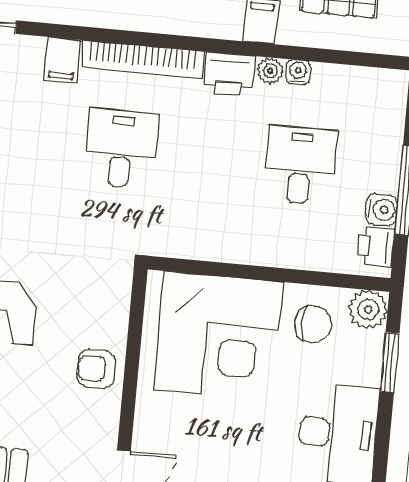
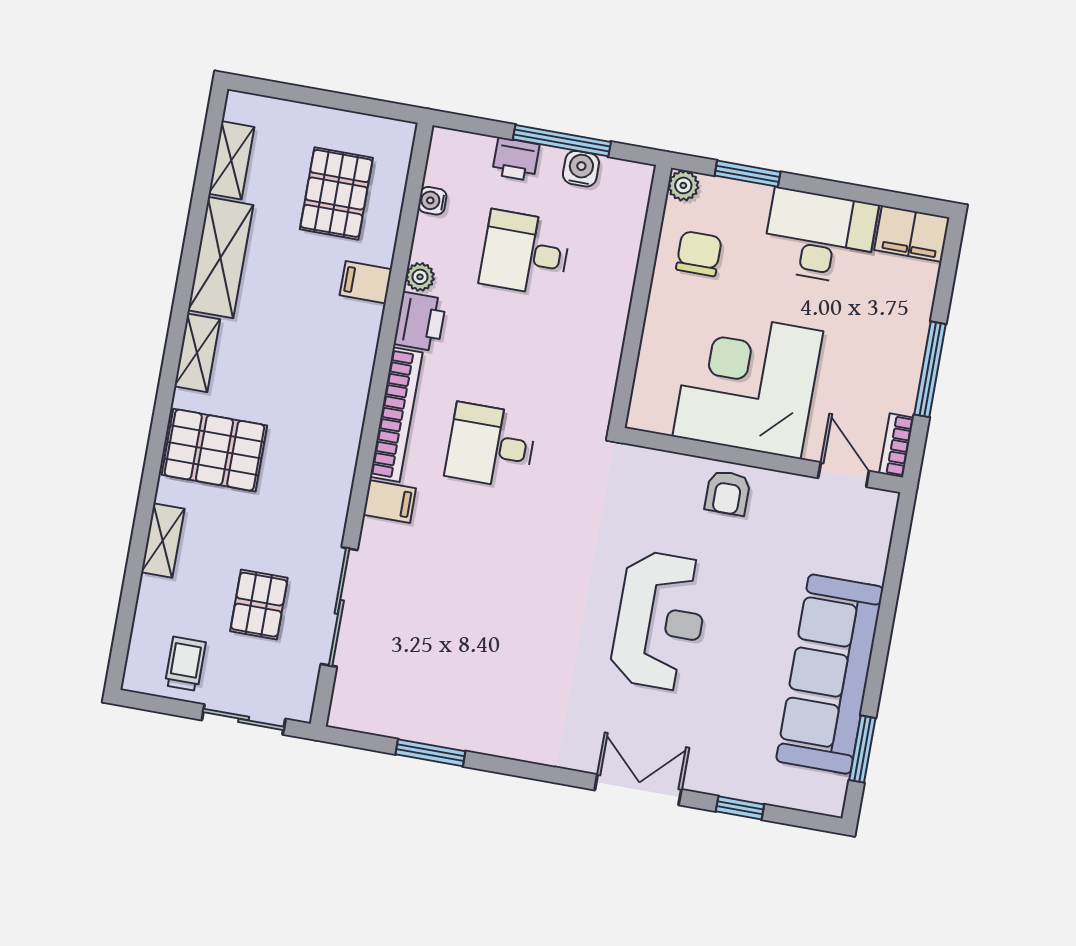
water cooler: (298, 72) -> (432, 201), moved
printer: (376, 247) -> (516, 159), moved
plant: (368, 309) -> (683, 185), width x0.73, depth x0.73
corner desk: (218, 336) -> (748, 384), moved, turned -90

